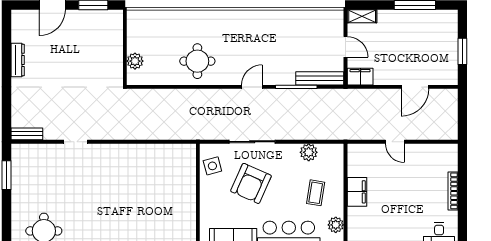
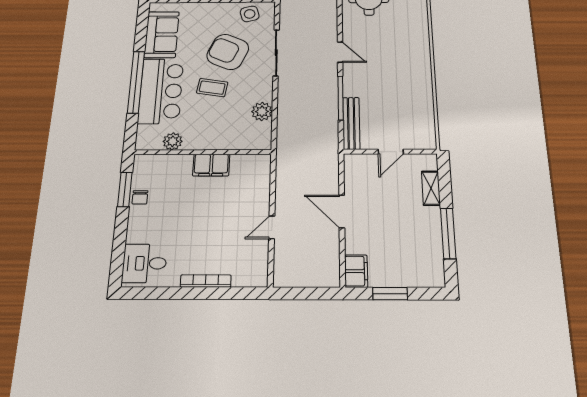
shelving: (362, 16) -> (431, 188), moved
filing cabinet: (360, 77) -> (356, 271), moved
door: (415, 87) -> (342, 211), moved
door: (395, 142) -> (272, 227), moved
coffee table: (316, 193) -> (212, 88), moved

